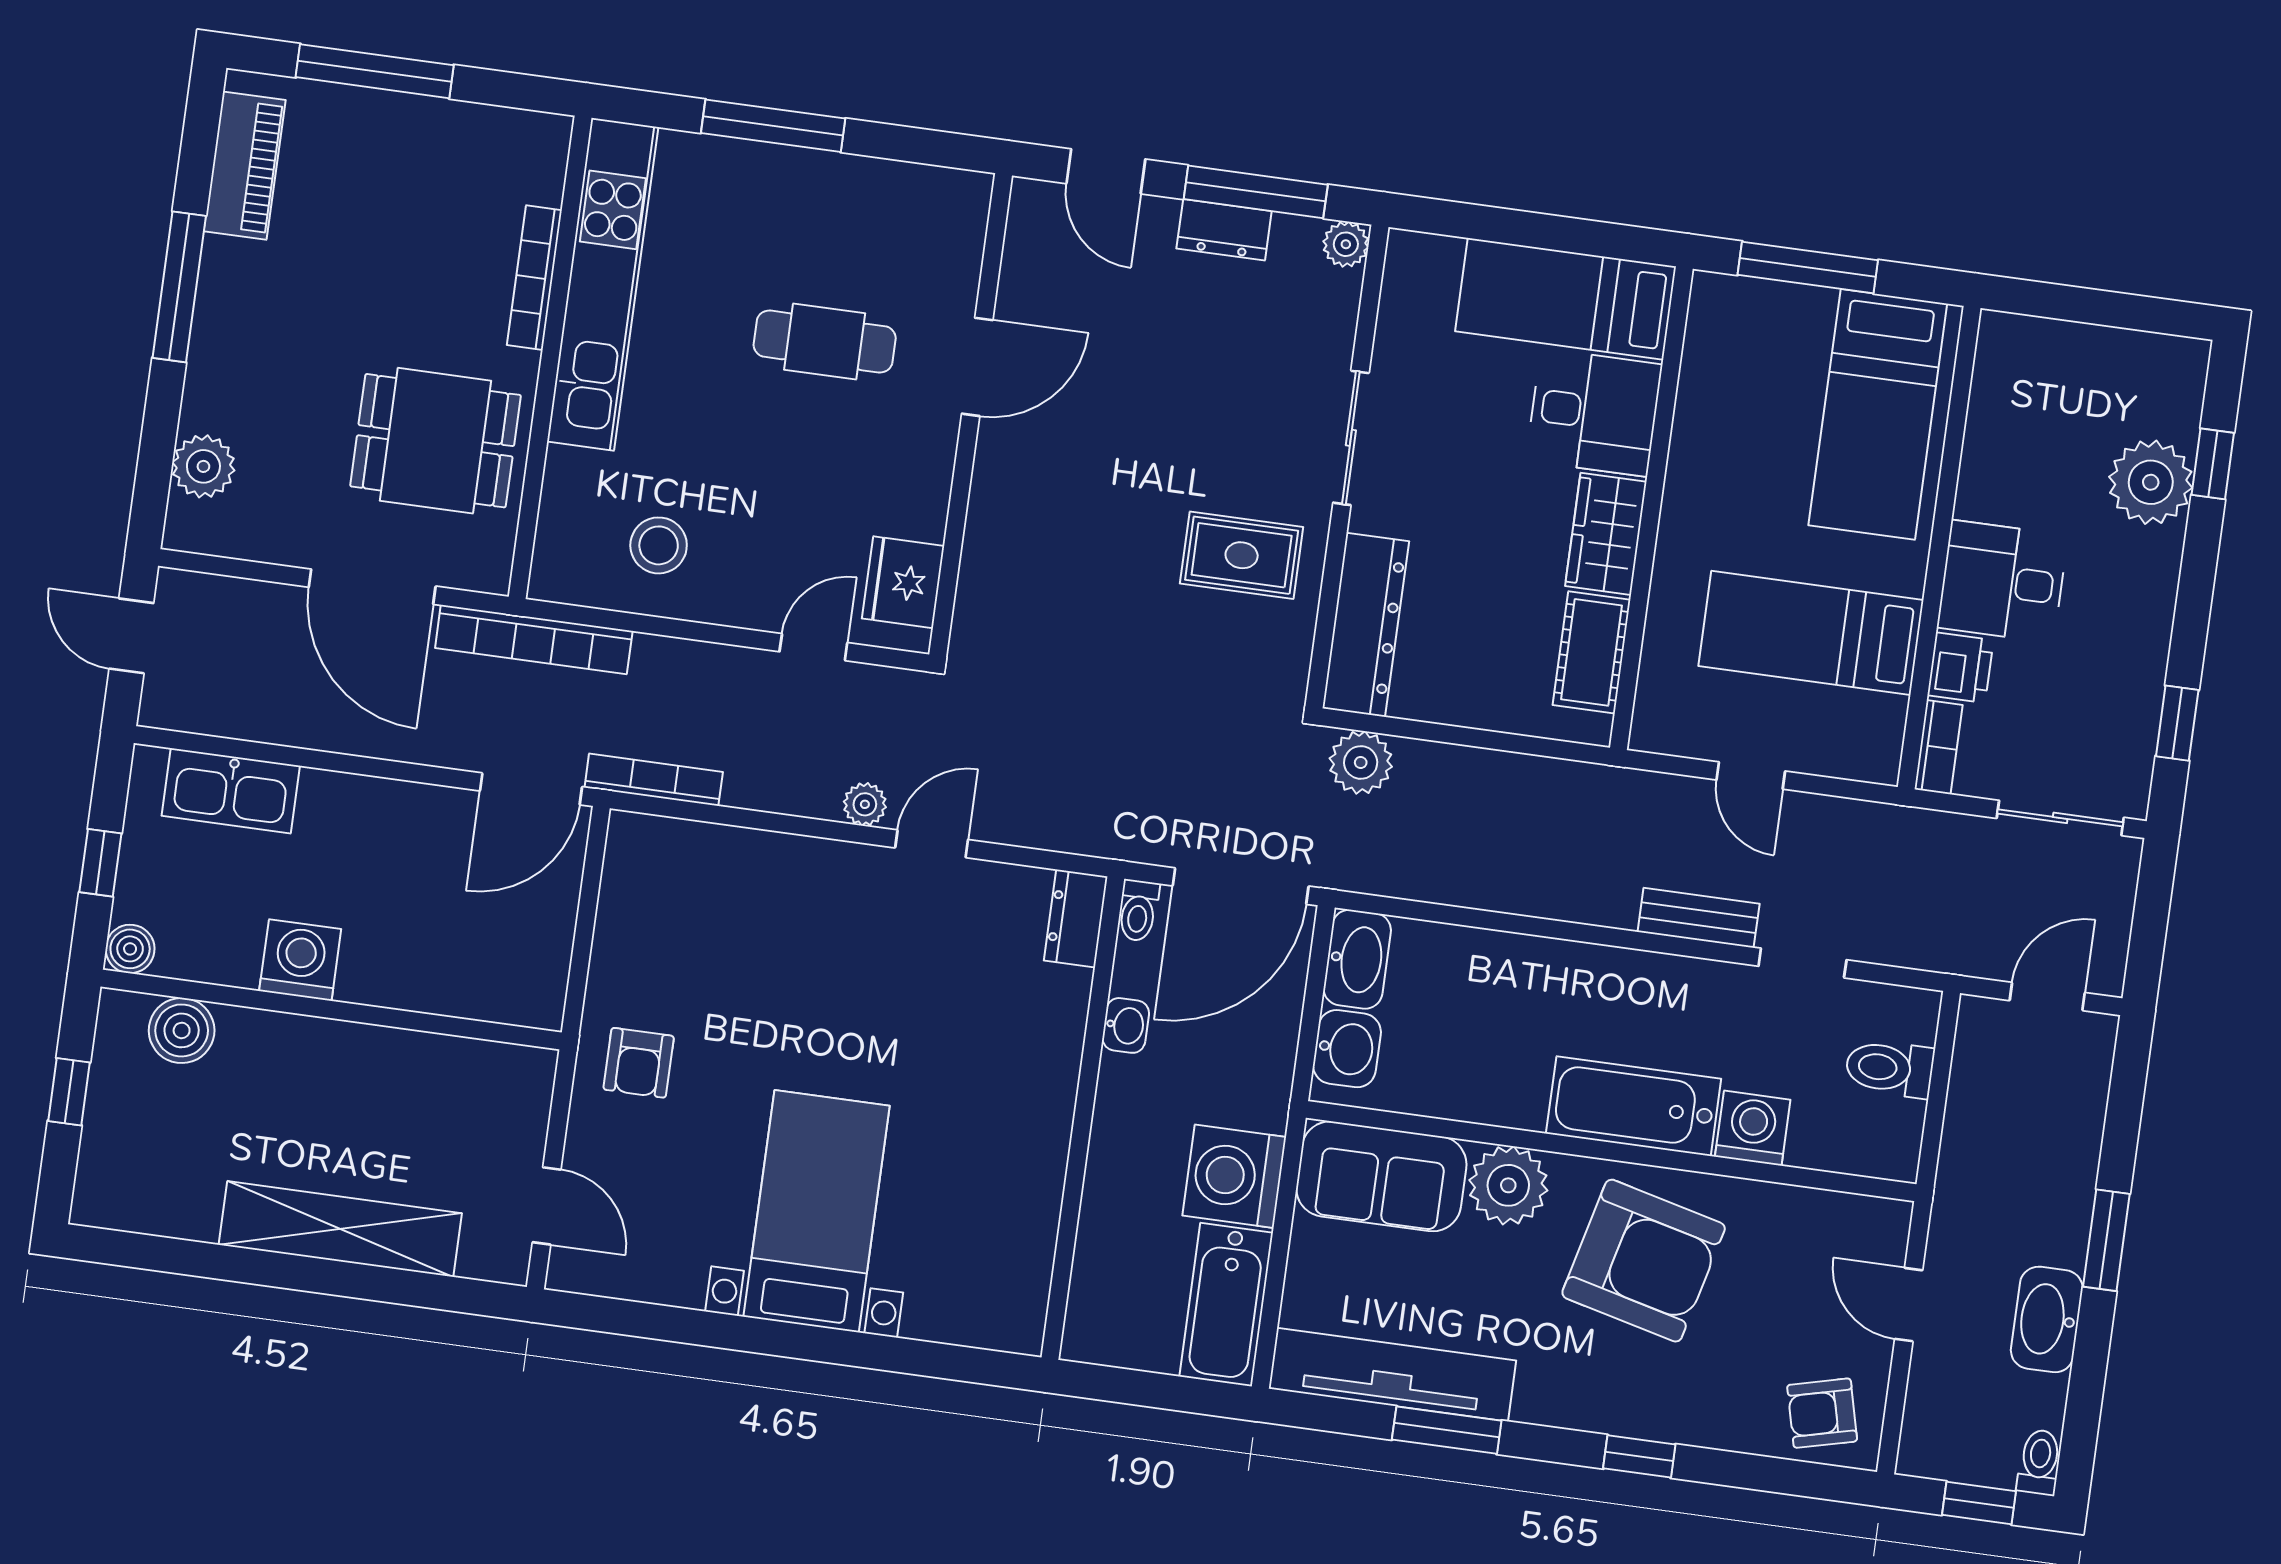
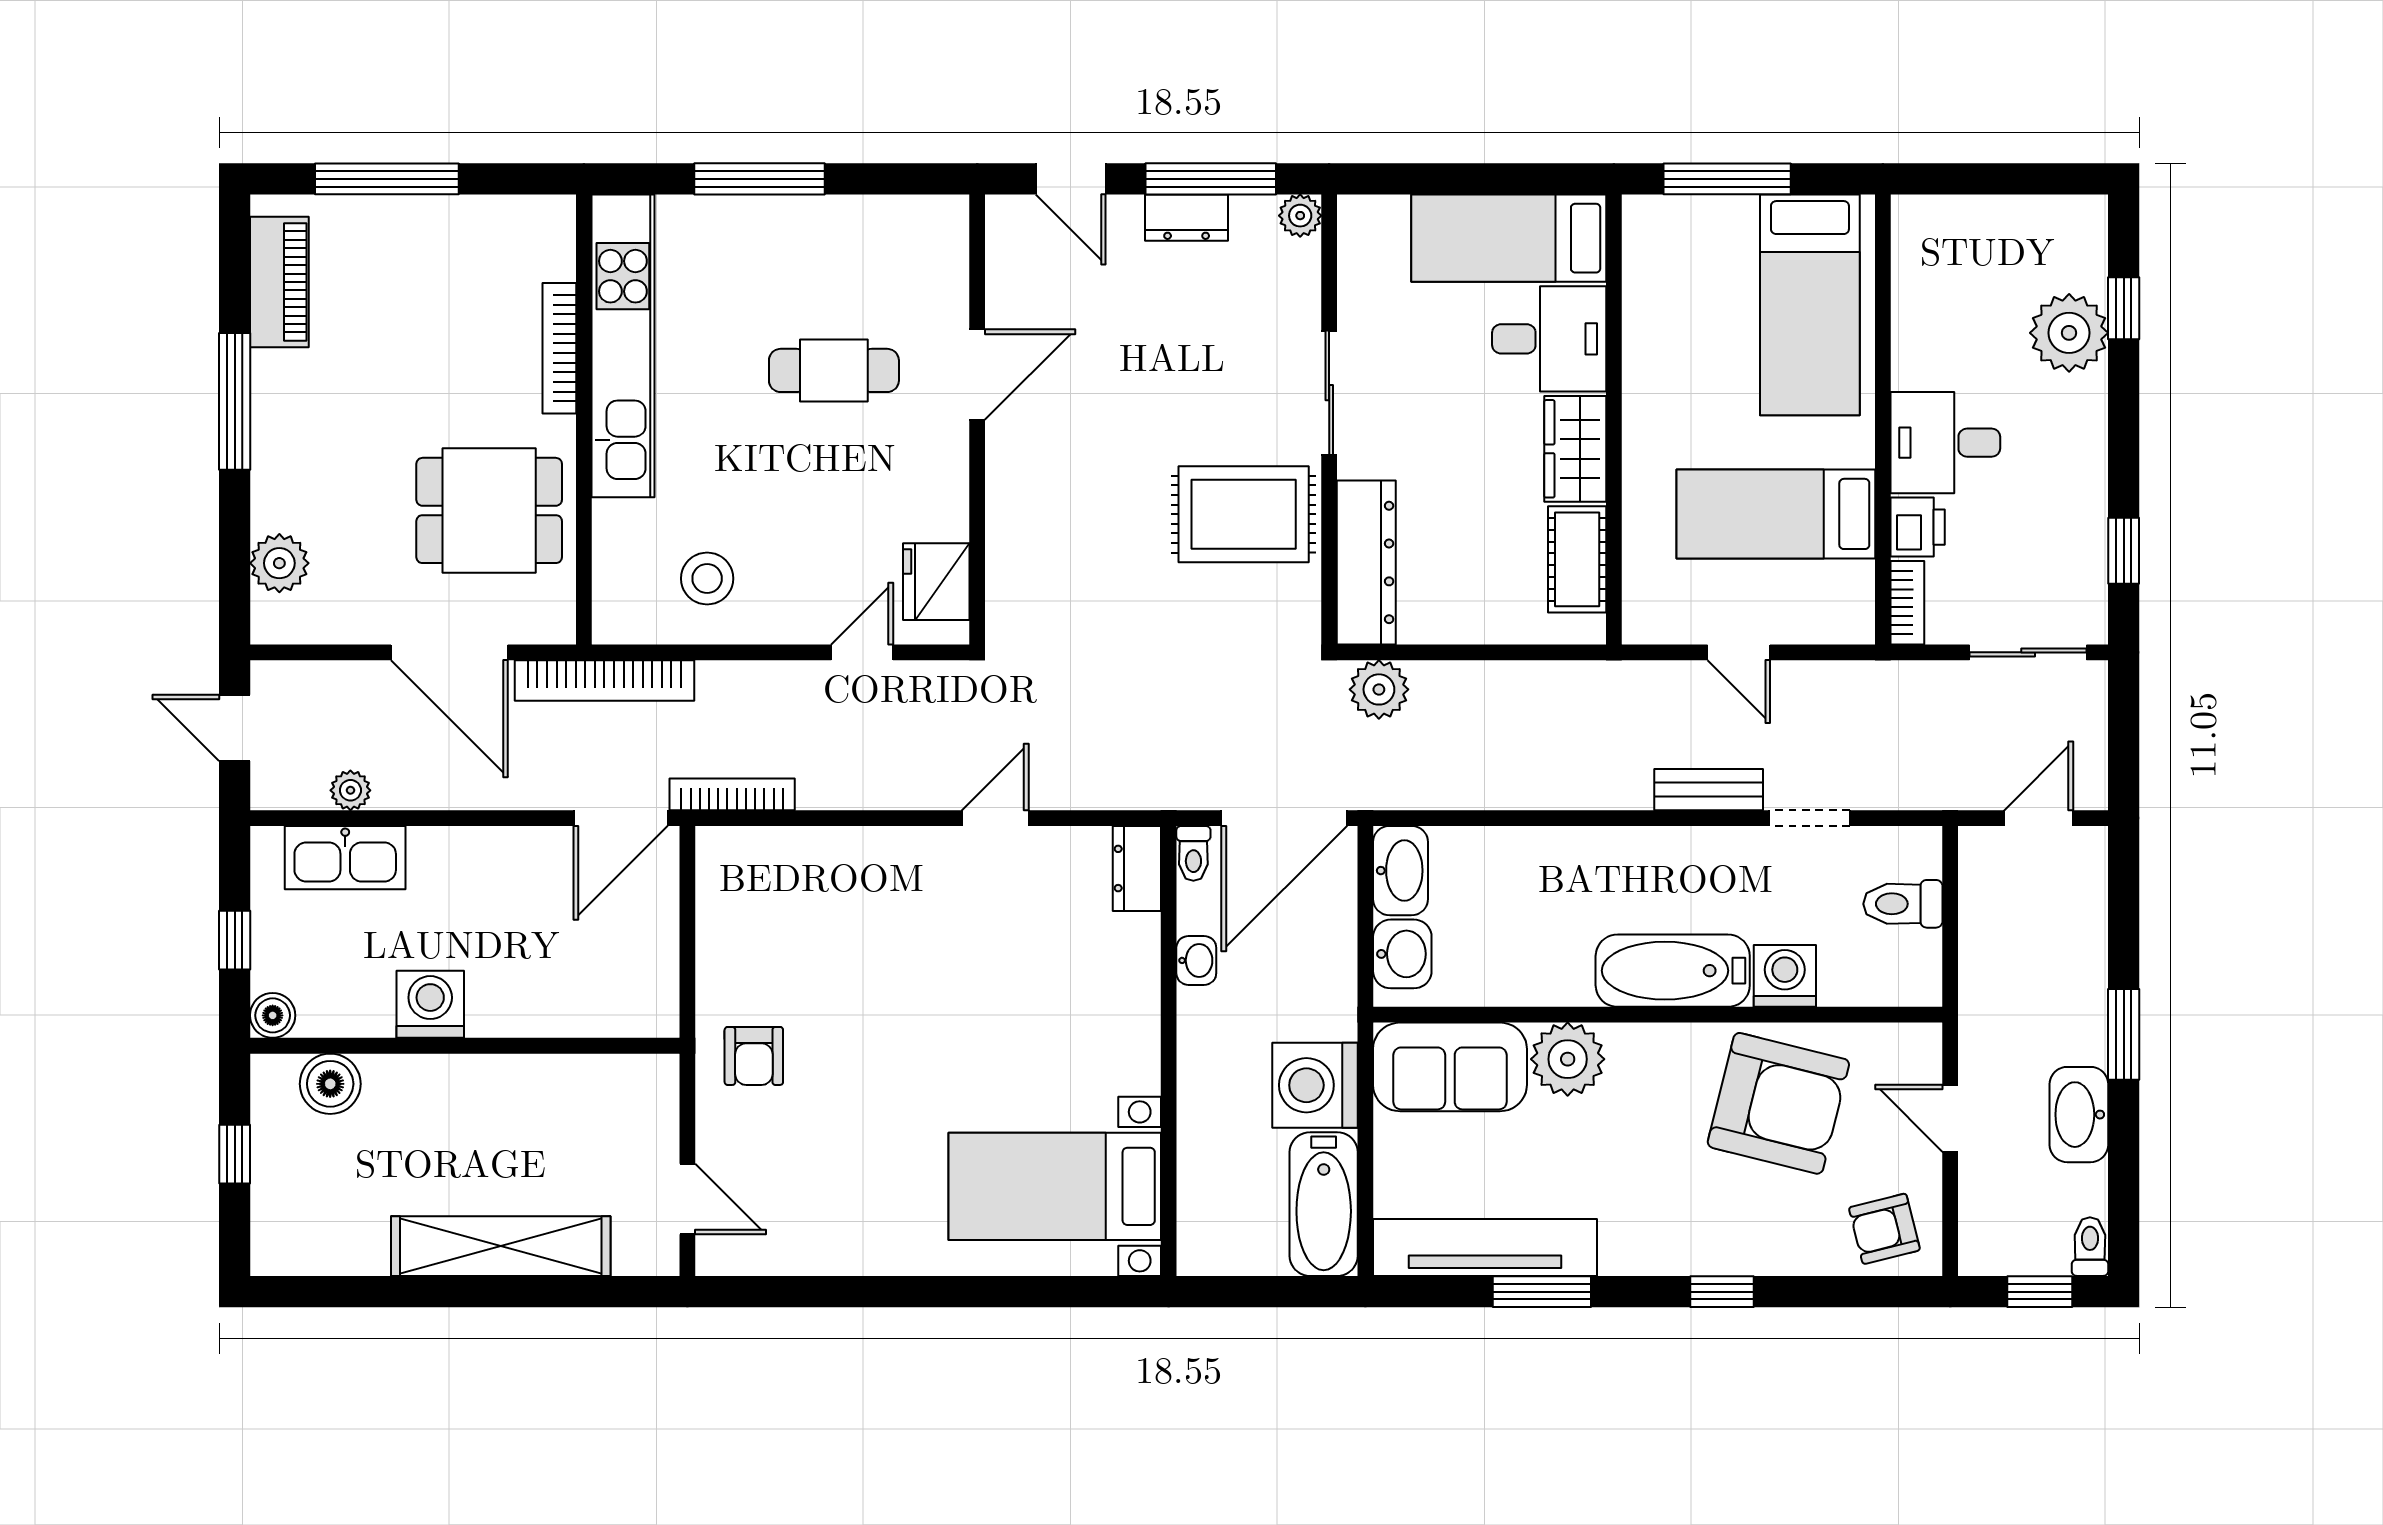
rug: (1242, 555) -> (1244, 514), width x1.36, depth x1.43
plant: (865, 804) -> (350, 790), moved
bed with nightstands: (817, 1211) -> (1055, 1186), moved, turned -90
armchair: (1644, 1261) -> (1778, 1103), moved

